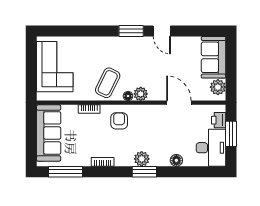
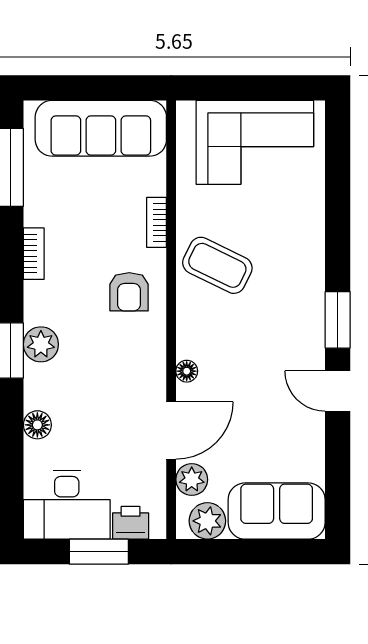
door: (162, 31) -> (338, 391), hinge flipped
plant: (141, 94) -> (192, 480), moved
floor lamp: (128, 96) -> (187, 371), moved
armchair: (119, 121) -> (129, 292), turned 90

